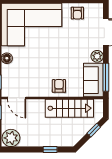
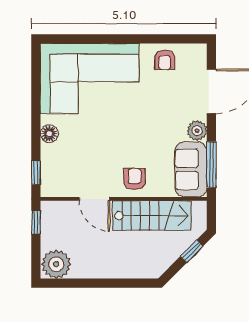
door: (17, 98) -> (94, 199), moved
window: (50, 150) -> (120, 283), removed

